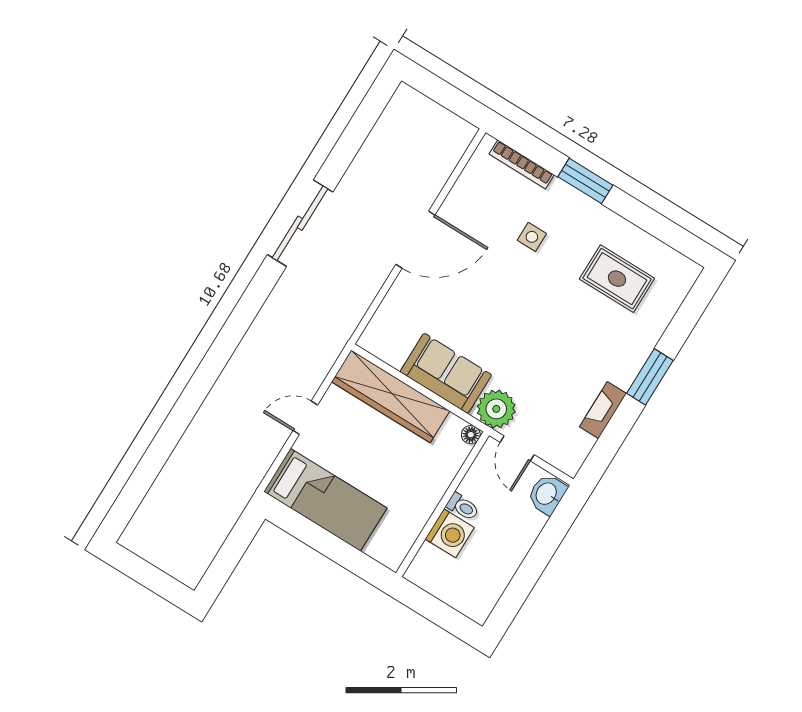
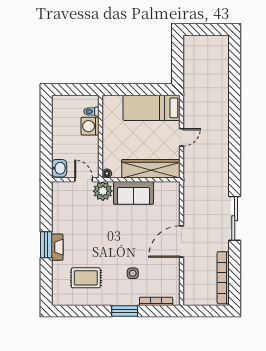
bookcase: (382, 134) -> (223, 278), added
fireplace: (603, 410) -> (57, 247), moved
toilet: (463, 507) -> (91, 112), moved

